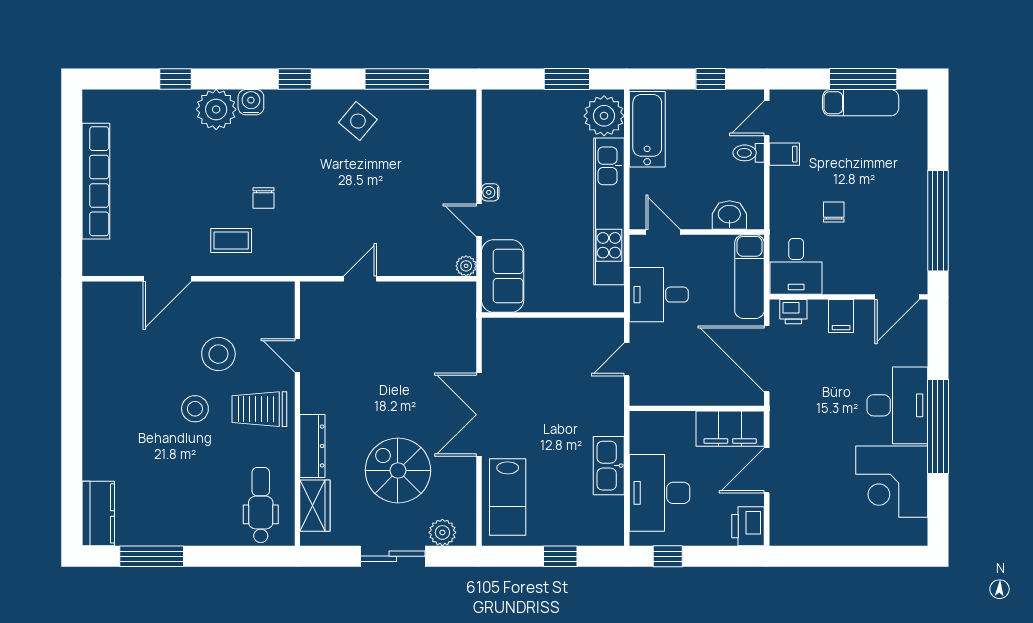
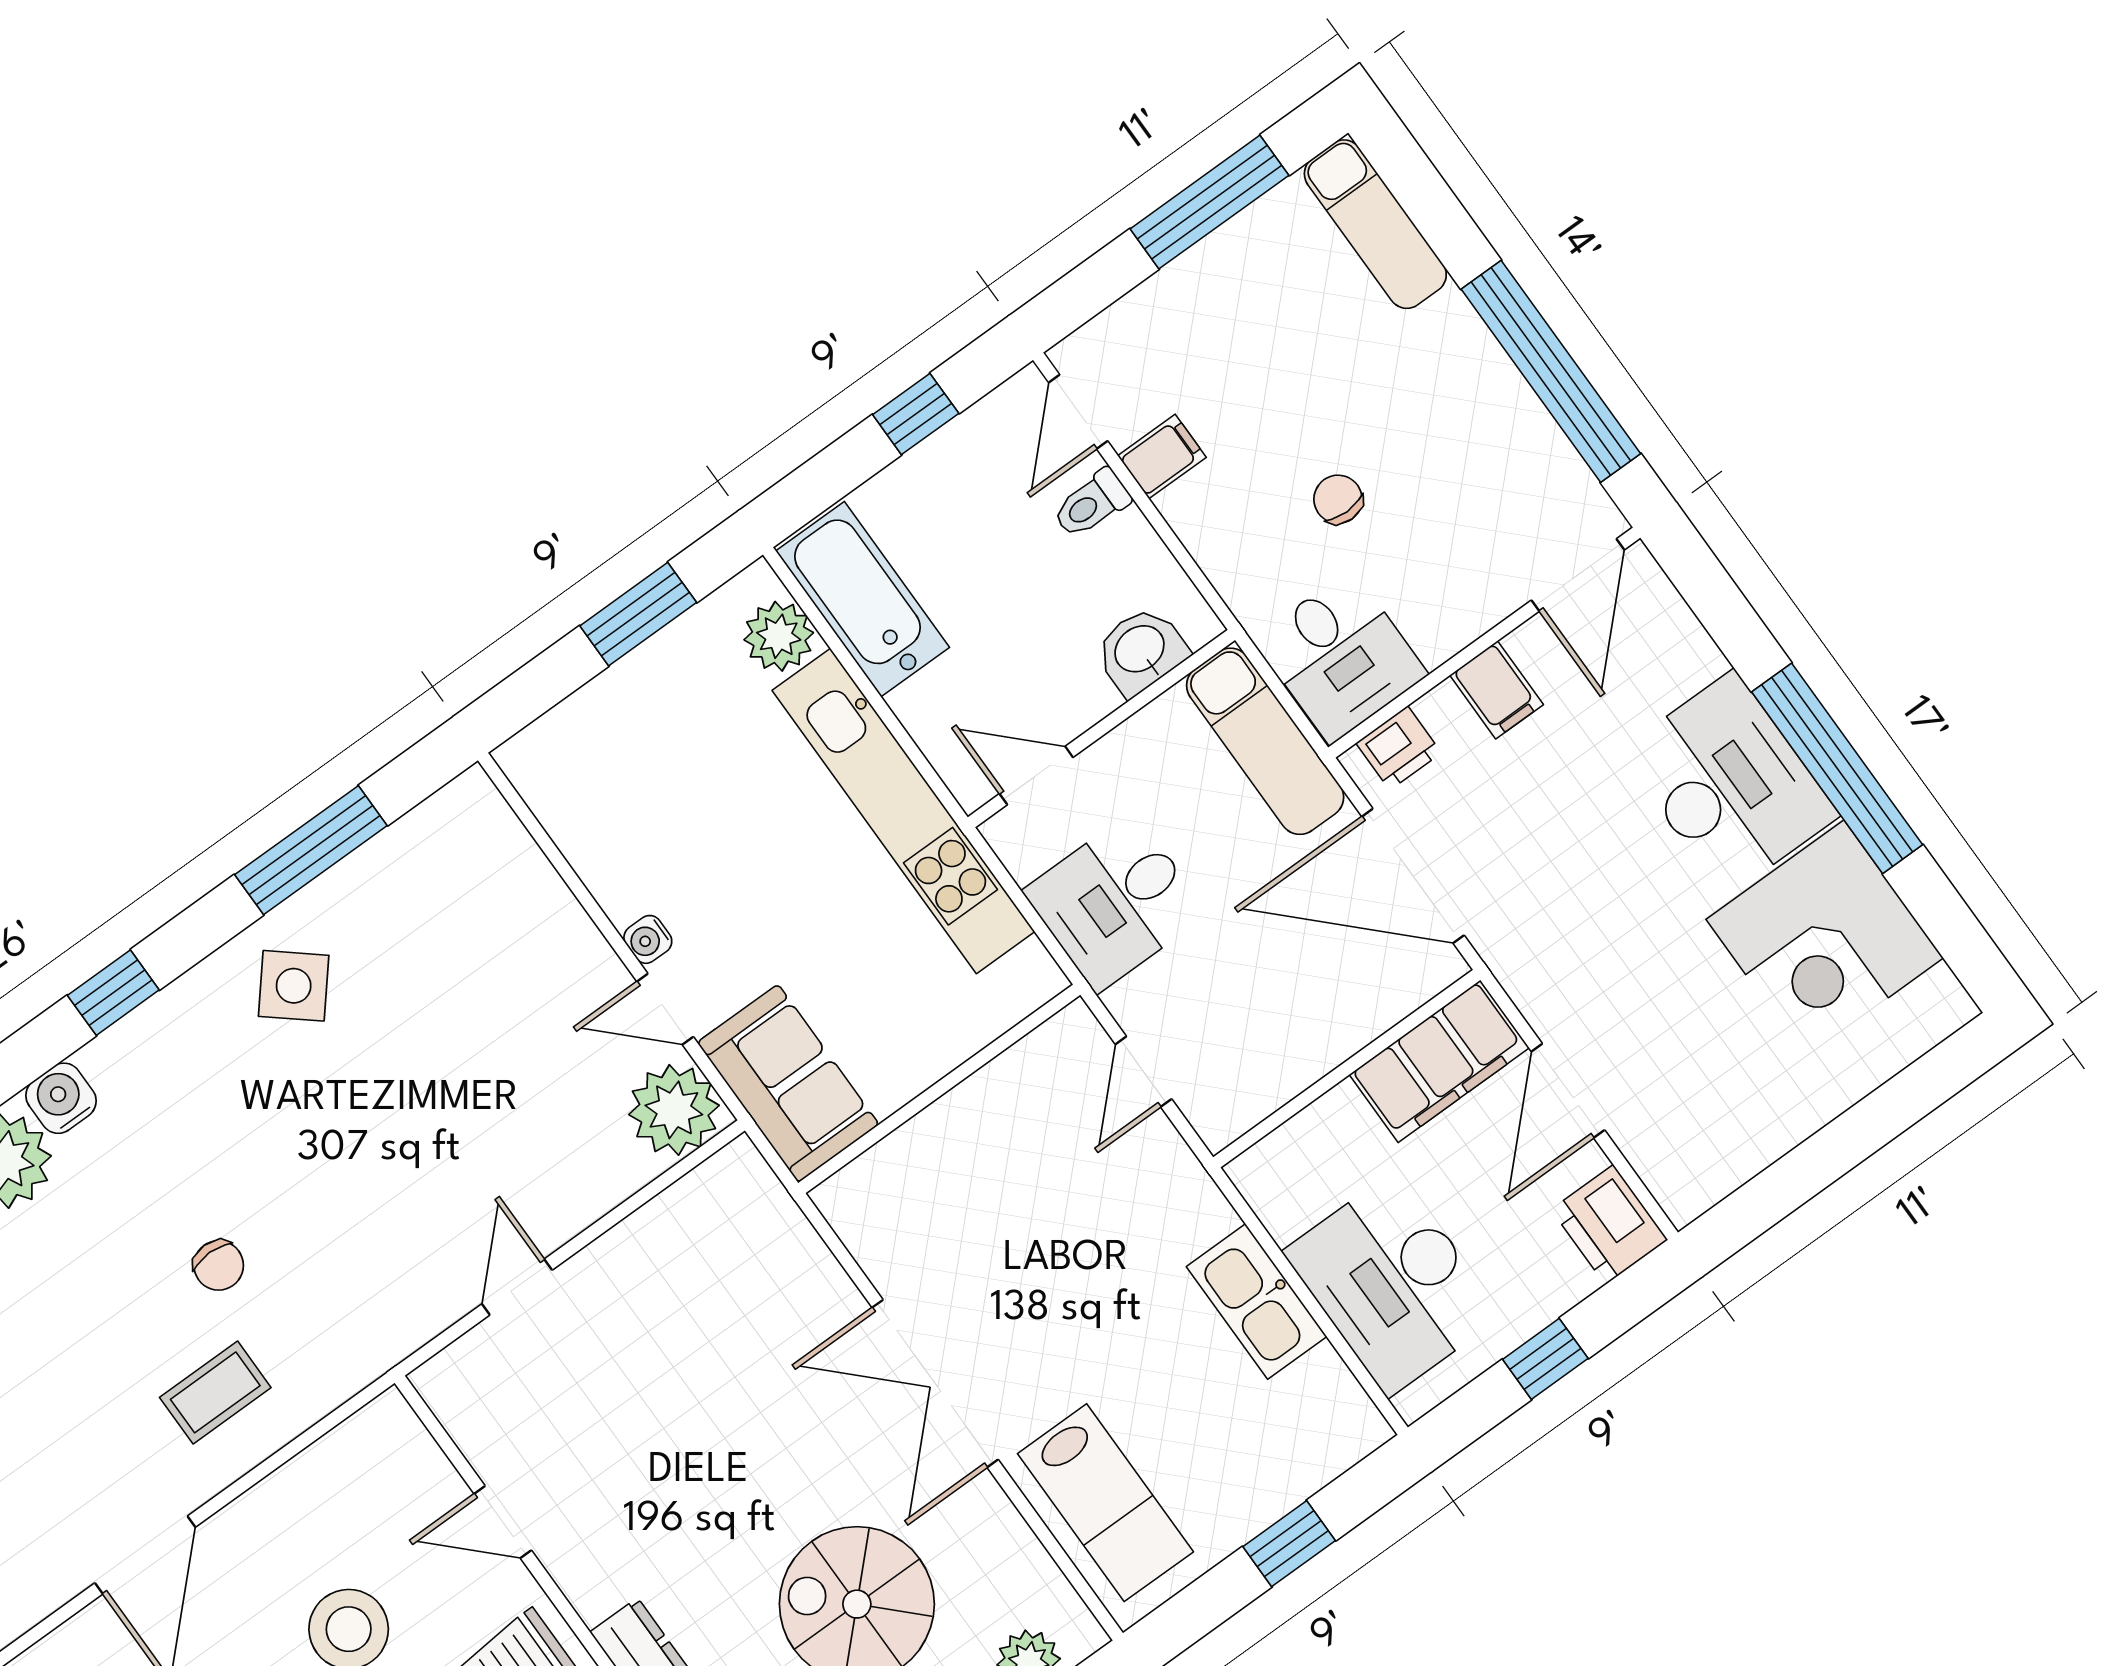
exam couch: (861, 103) -> (1375, 224), moved, turned 90
plant: (604, 116) -> (779, 636), width x0.73, depth x0.73
plant: (466, 266) -> (674, 1110), width x1.88, depth x1.88
window: (668, 556) -> (1545, 1359), moved

